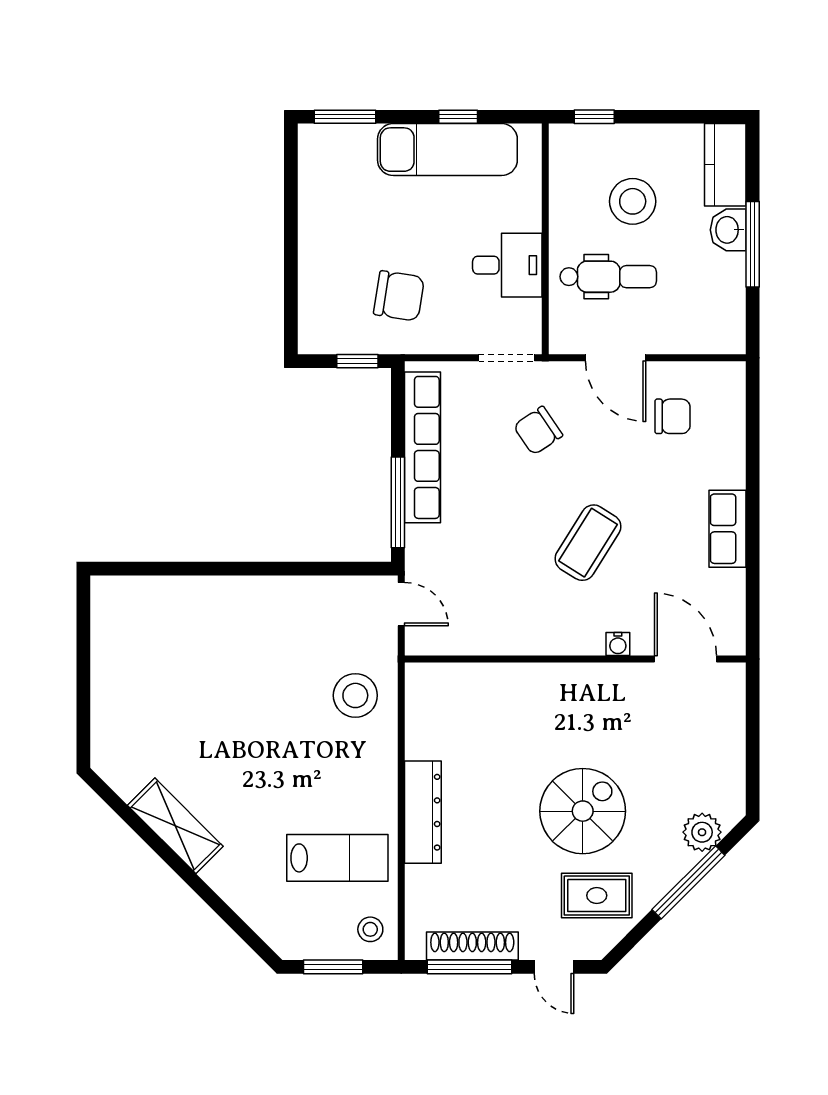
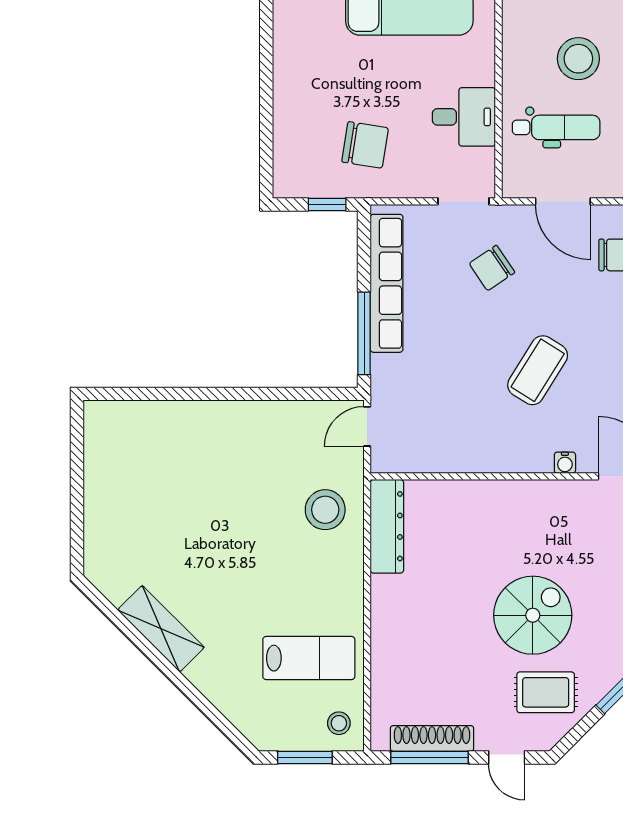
door: (401, 604) -> (367, 426), swing flipped
dresser: (423, 812) -> (387, 526), moved

